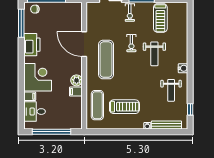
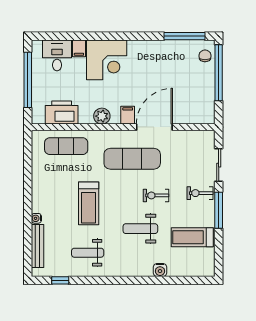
printer: (32, 45) -> (62, 113), moved, turned 180
water cooler: (183, 68) -> (160, 270), moved
filing cabinet: (76, 92) -> (128, 115), moved
treadmill: (124, 107) -> (89, 203), moved

